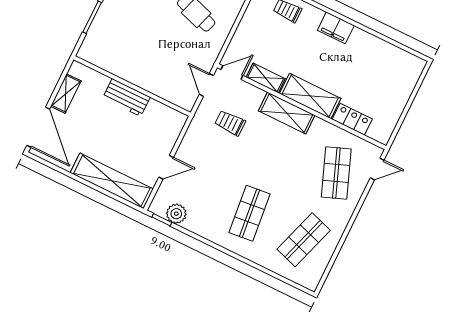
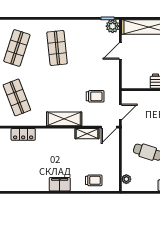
door: (206, 85) -> (120, 112), hinge flipped
shelving: (310, 96) -> (55, 136), removed
plant: (176, 214) -> (113, 26), moved

